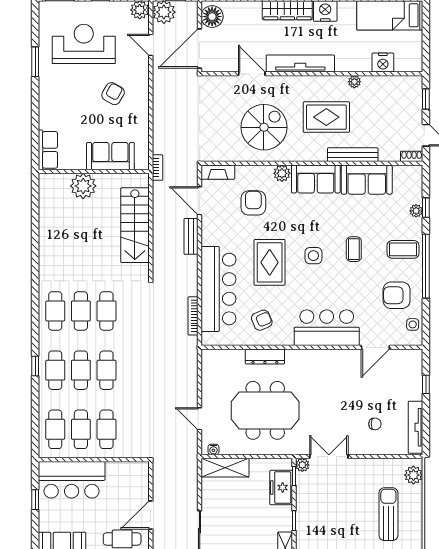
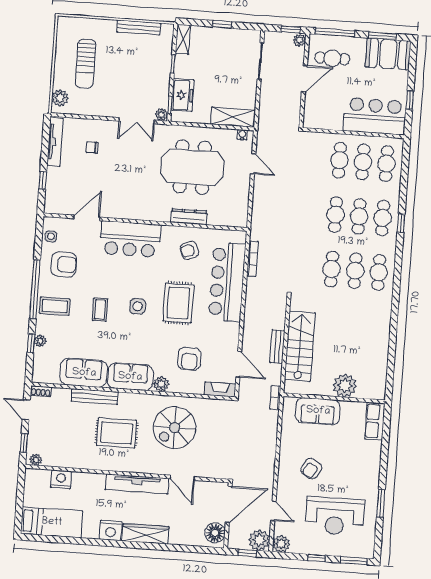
plant: (354, 82) -> (36, 460), moved
bench: (191, 236) -> (277, 347), moved

